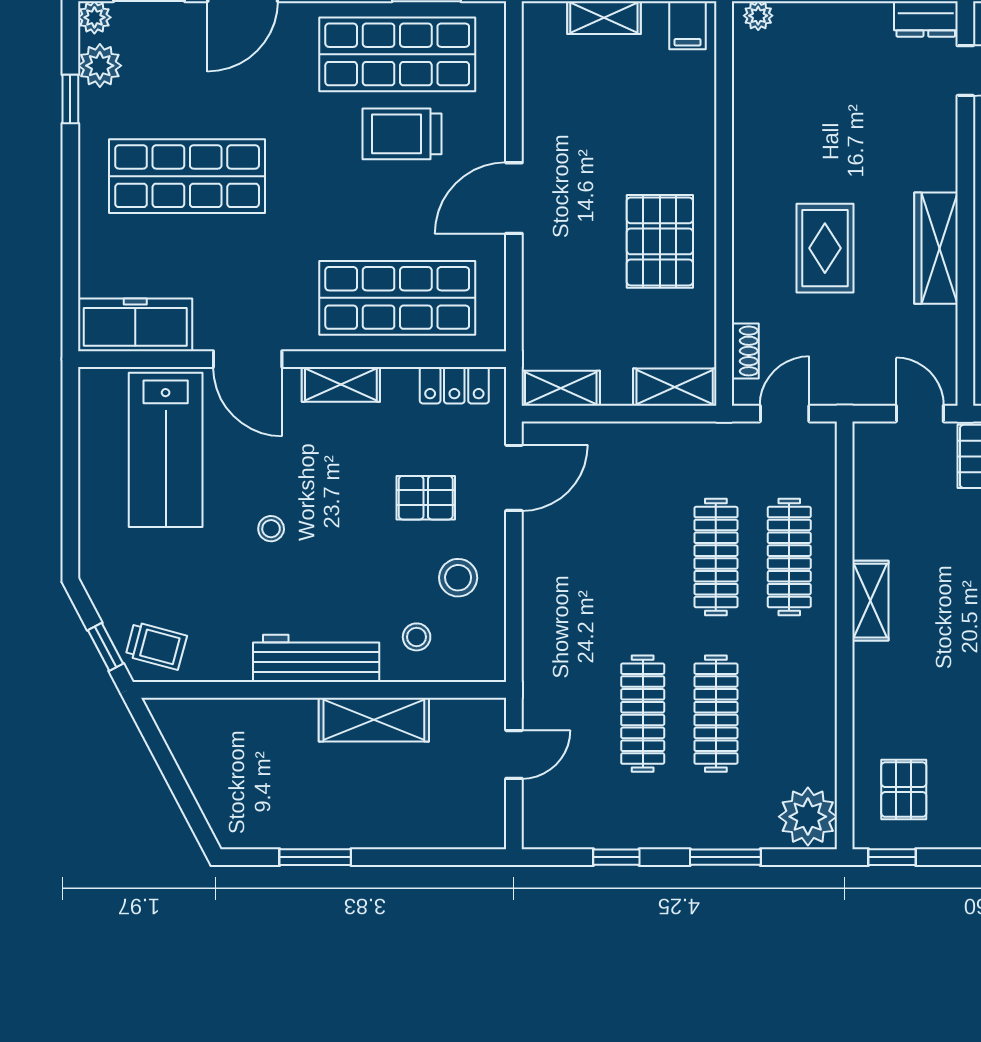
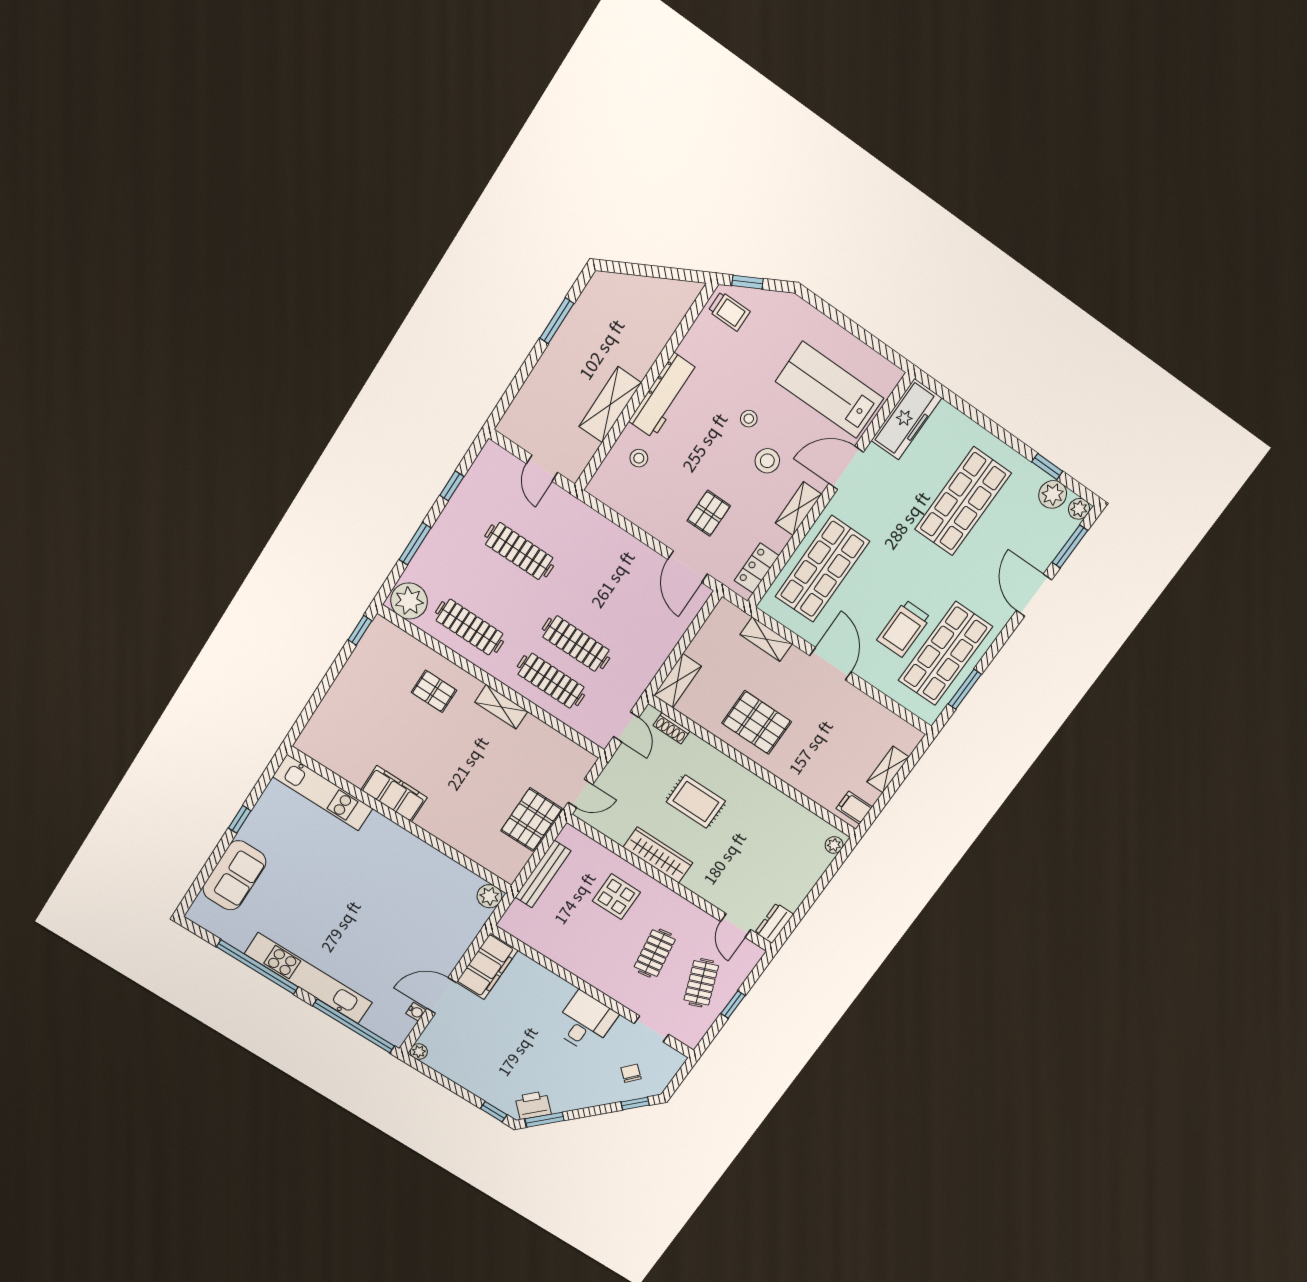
trolley: (402, 134) -> (904, 629), turned 180
shelving: (561, 388) -> (766, 639), moved, turned 90
stool: (458, 578) -> (767, 461), moved
trolley: (156, 646) -> (729, 311), turned -105
clothes rail: (716, 714) -> (470, 627), moved
pallet: (904, 790) -> (434, 691), moved

